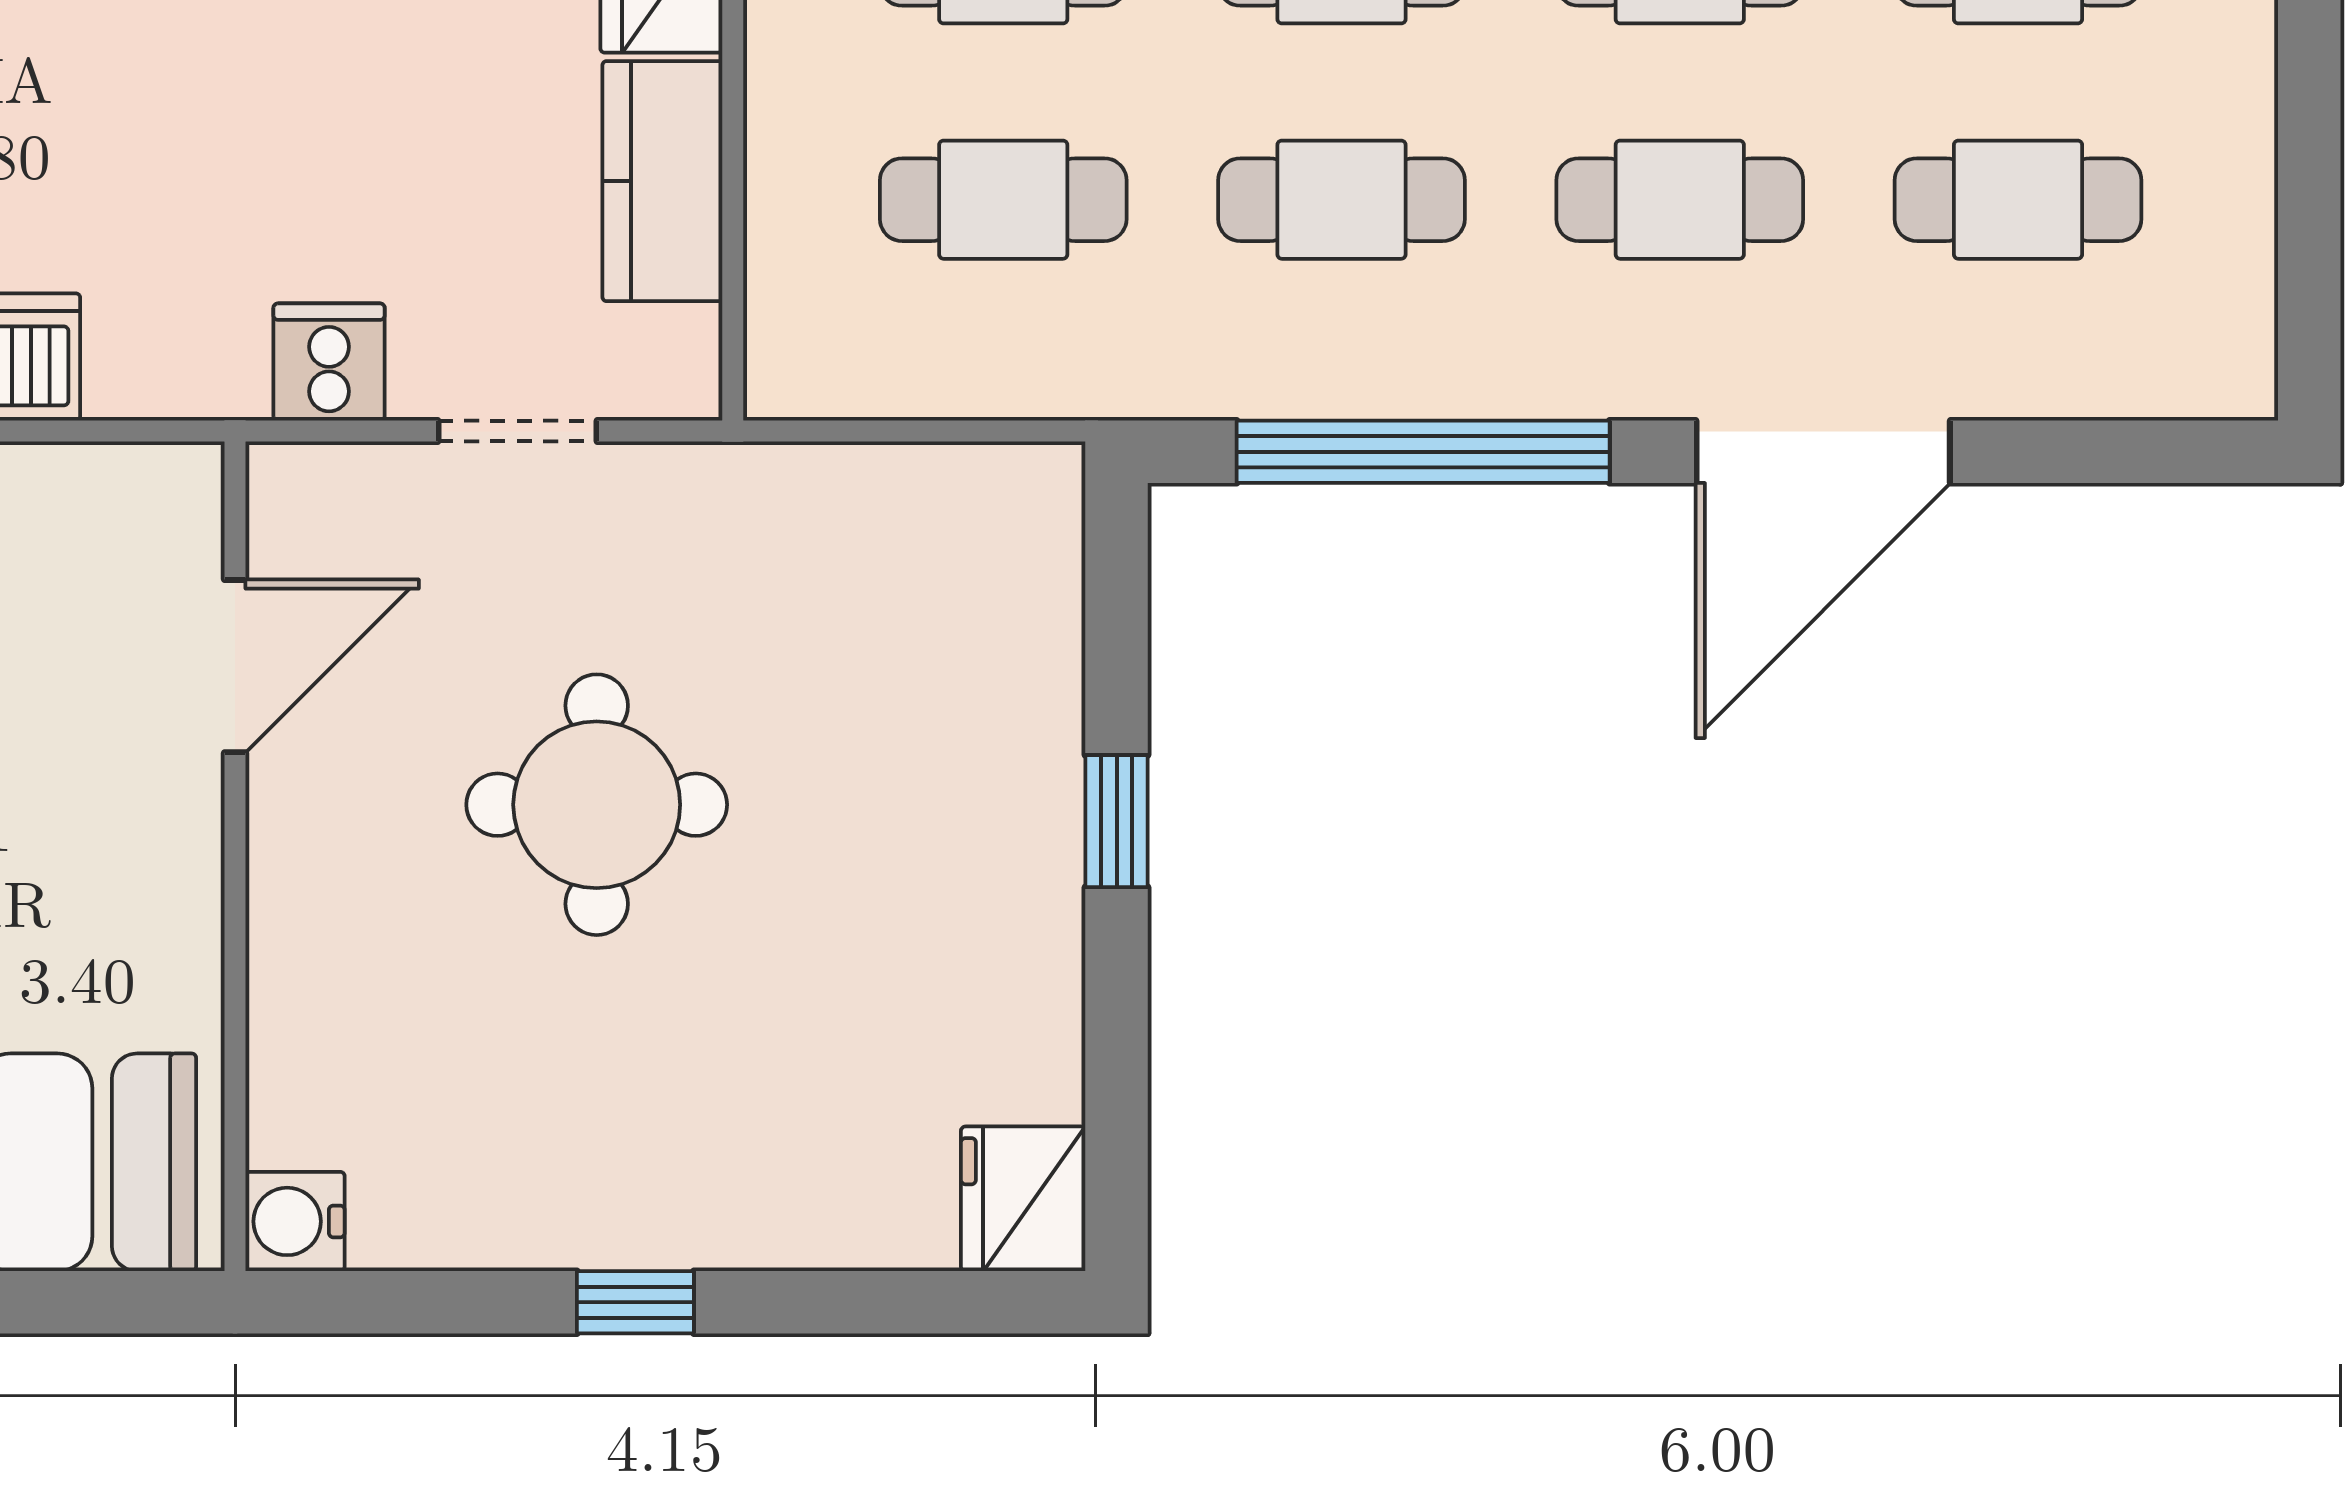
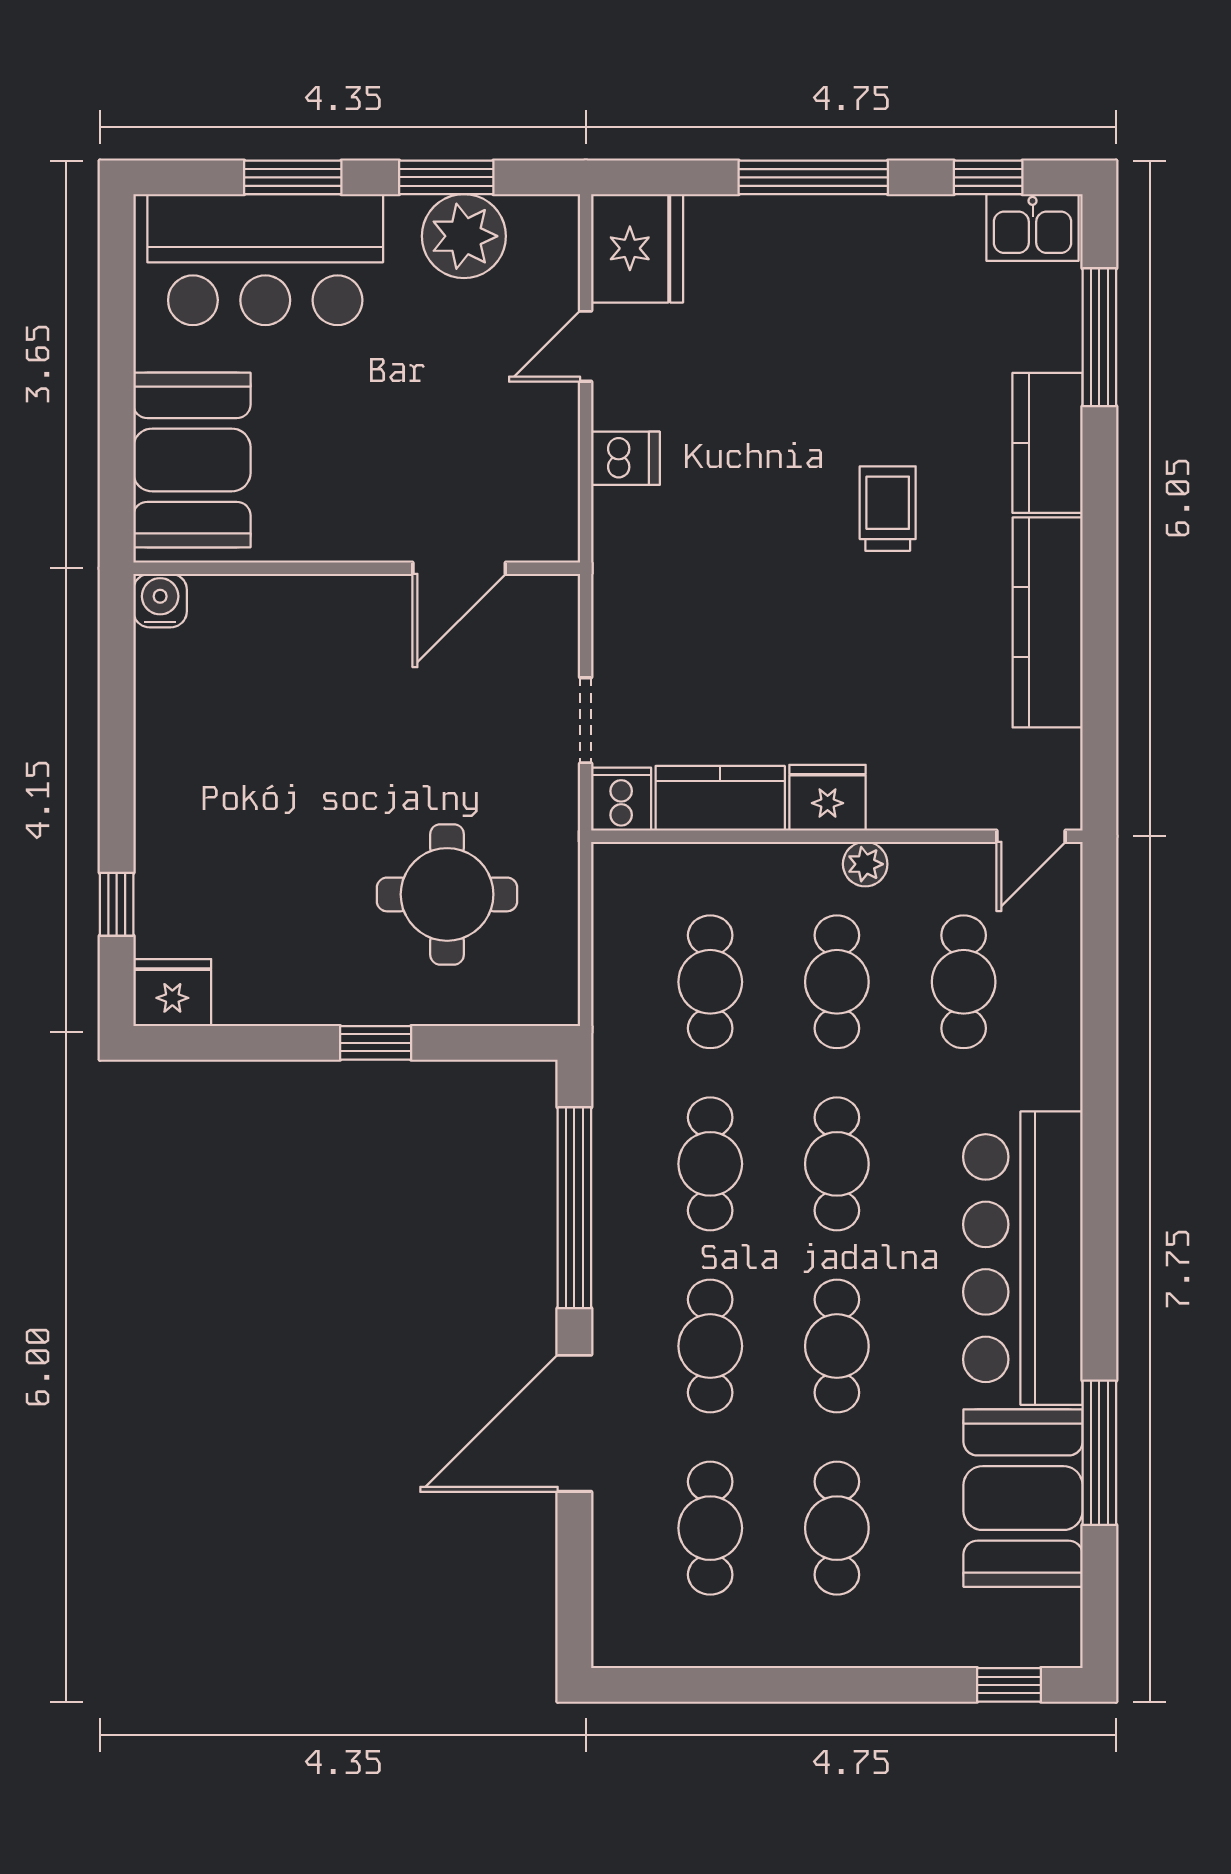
cooker: (329, 362) -> (621, 799), moved, turned -90
door: (1823, 452) -> (574, 1423), hinge flipped
door: (235, 666) -> (459, 568), hinge flipped
round table: (597, 805) -> (447, 894), moved
window: (635, 1302) -> (117, 904), moved

